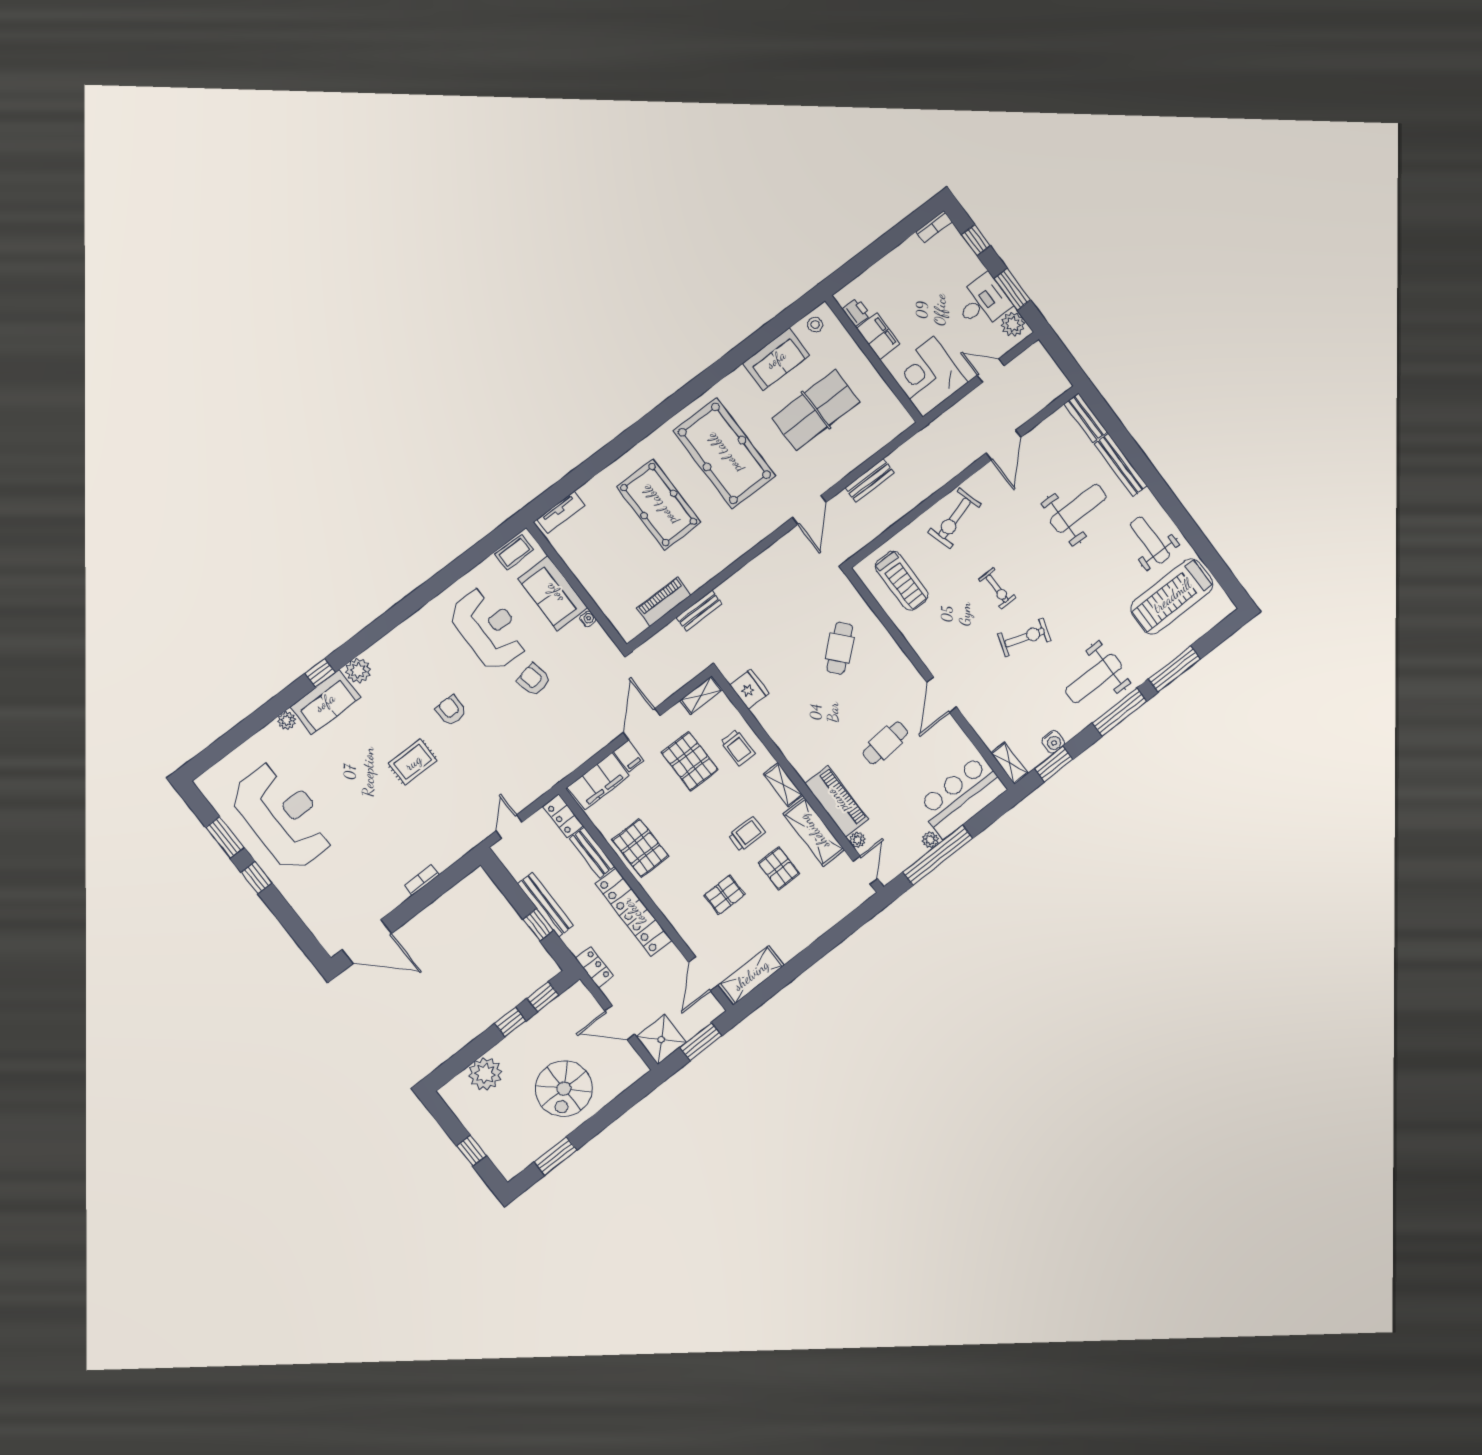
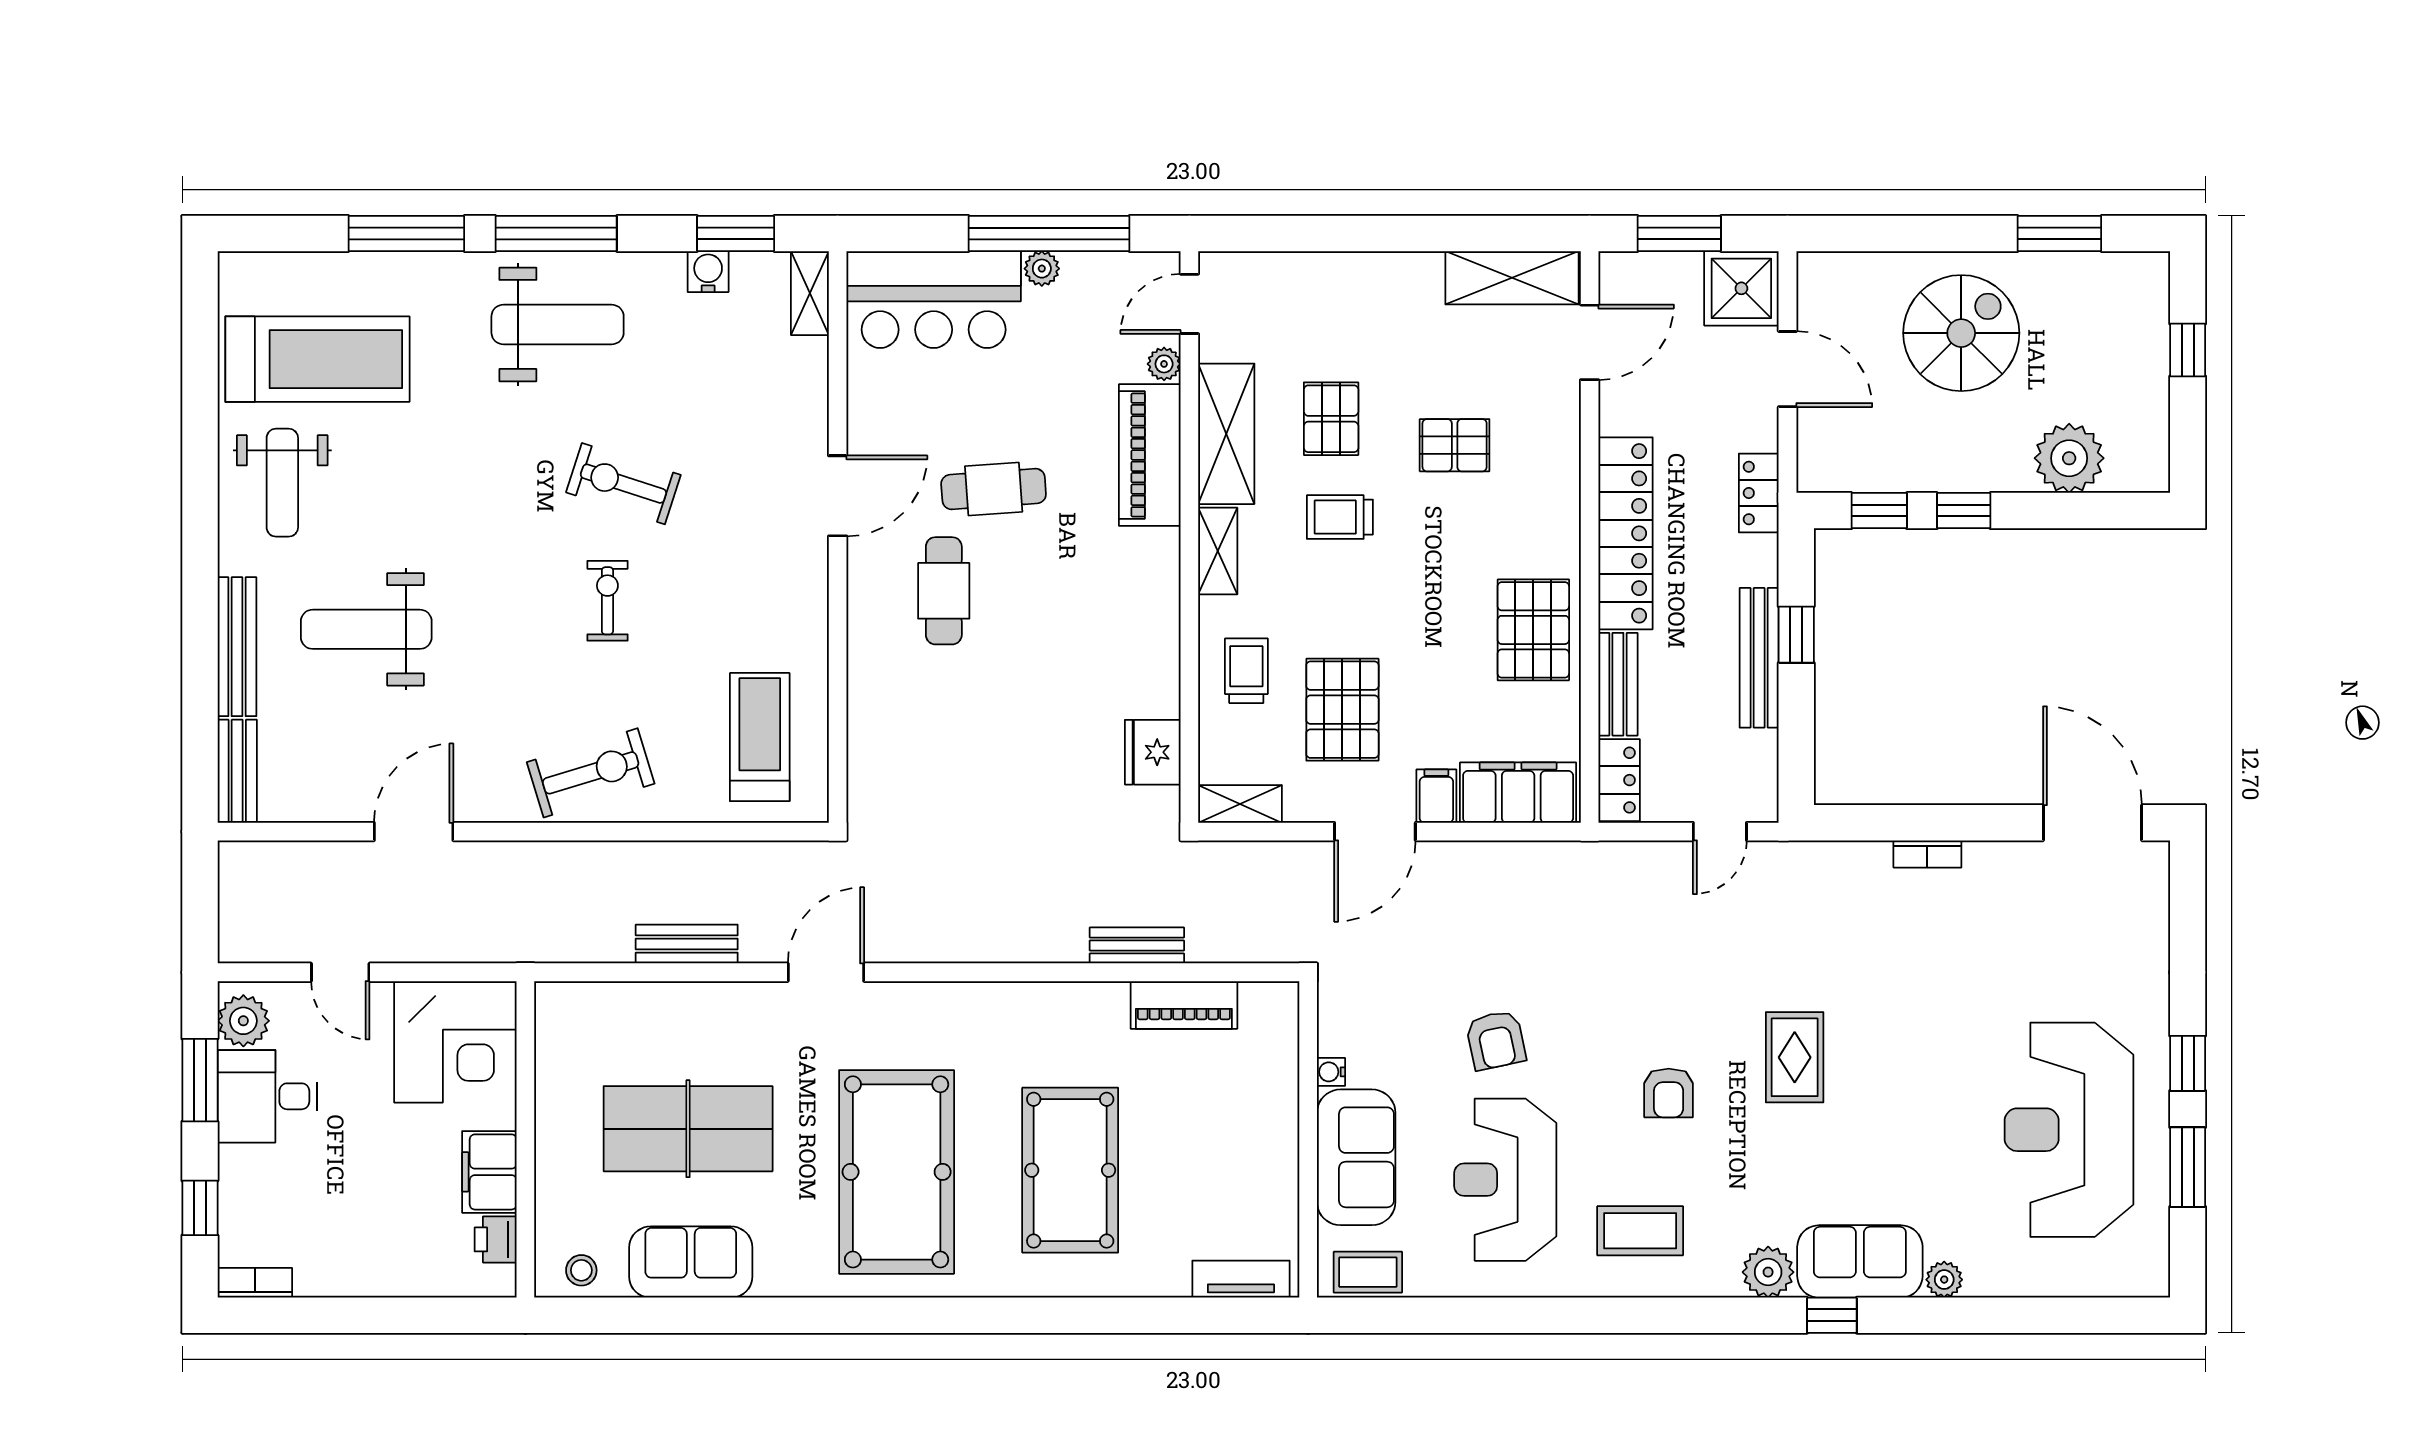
cafe table: (840, 648) -> (944, 591), moved, turned -49
coffee table: (421, 649) -> (1640, 1231), added
rug: (413, 762) -> (1795, 1057), turned 90

